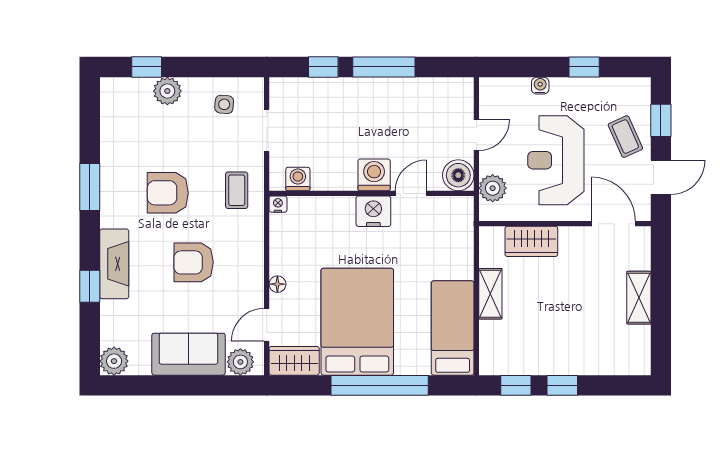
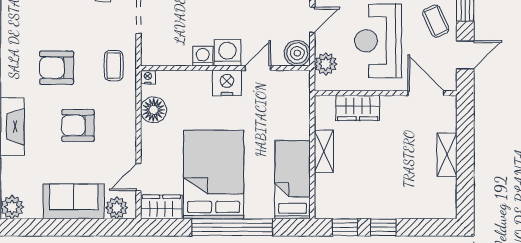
washing machine: (298, 179) -> (203, 56), moved
floor lamp: (277, 284) -> (154, 110), moved, width x1.89, depth x1.89

